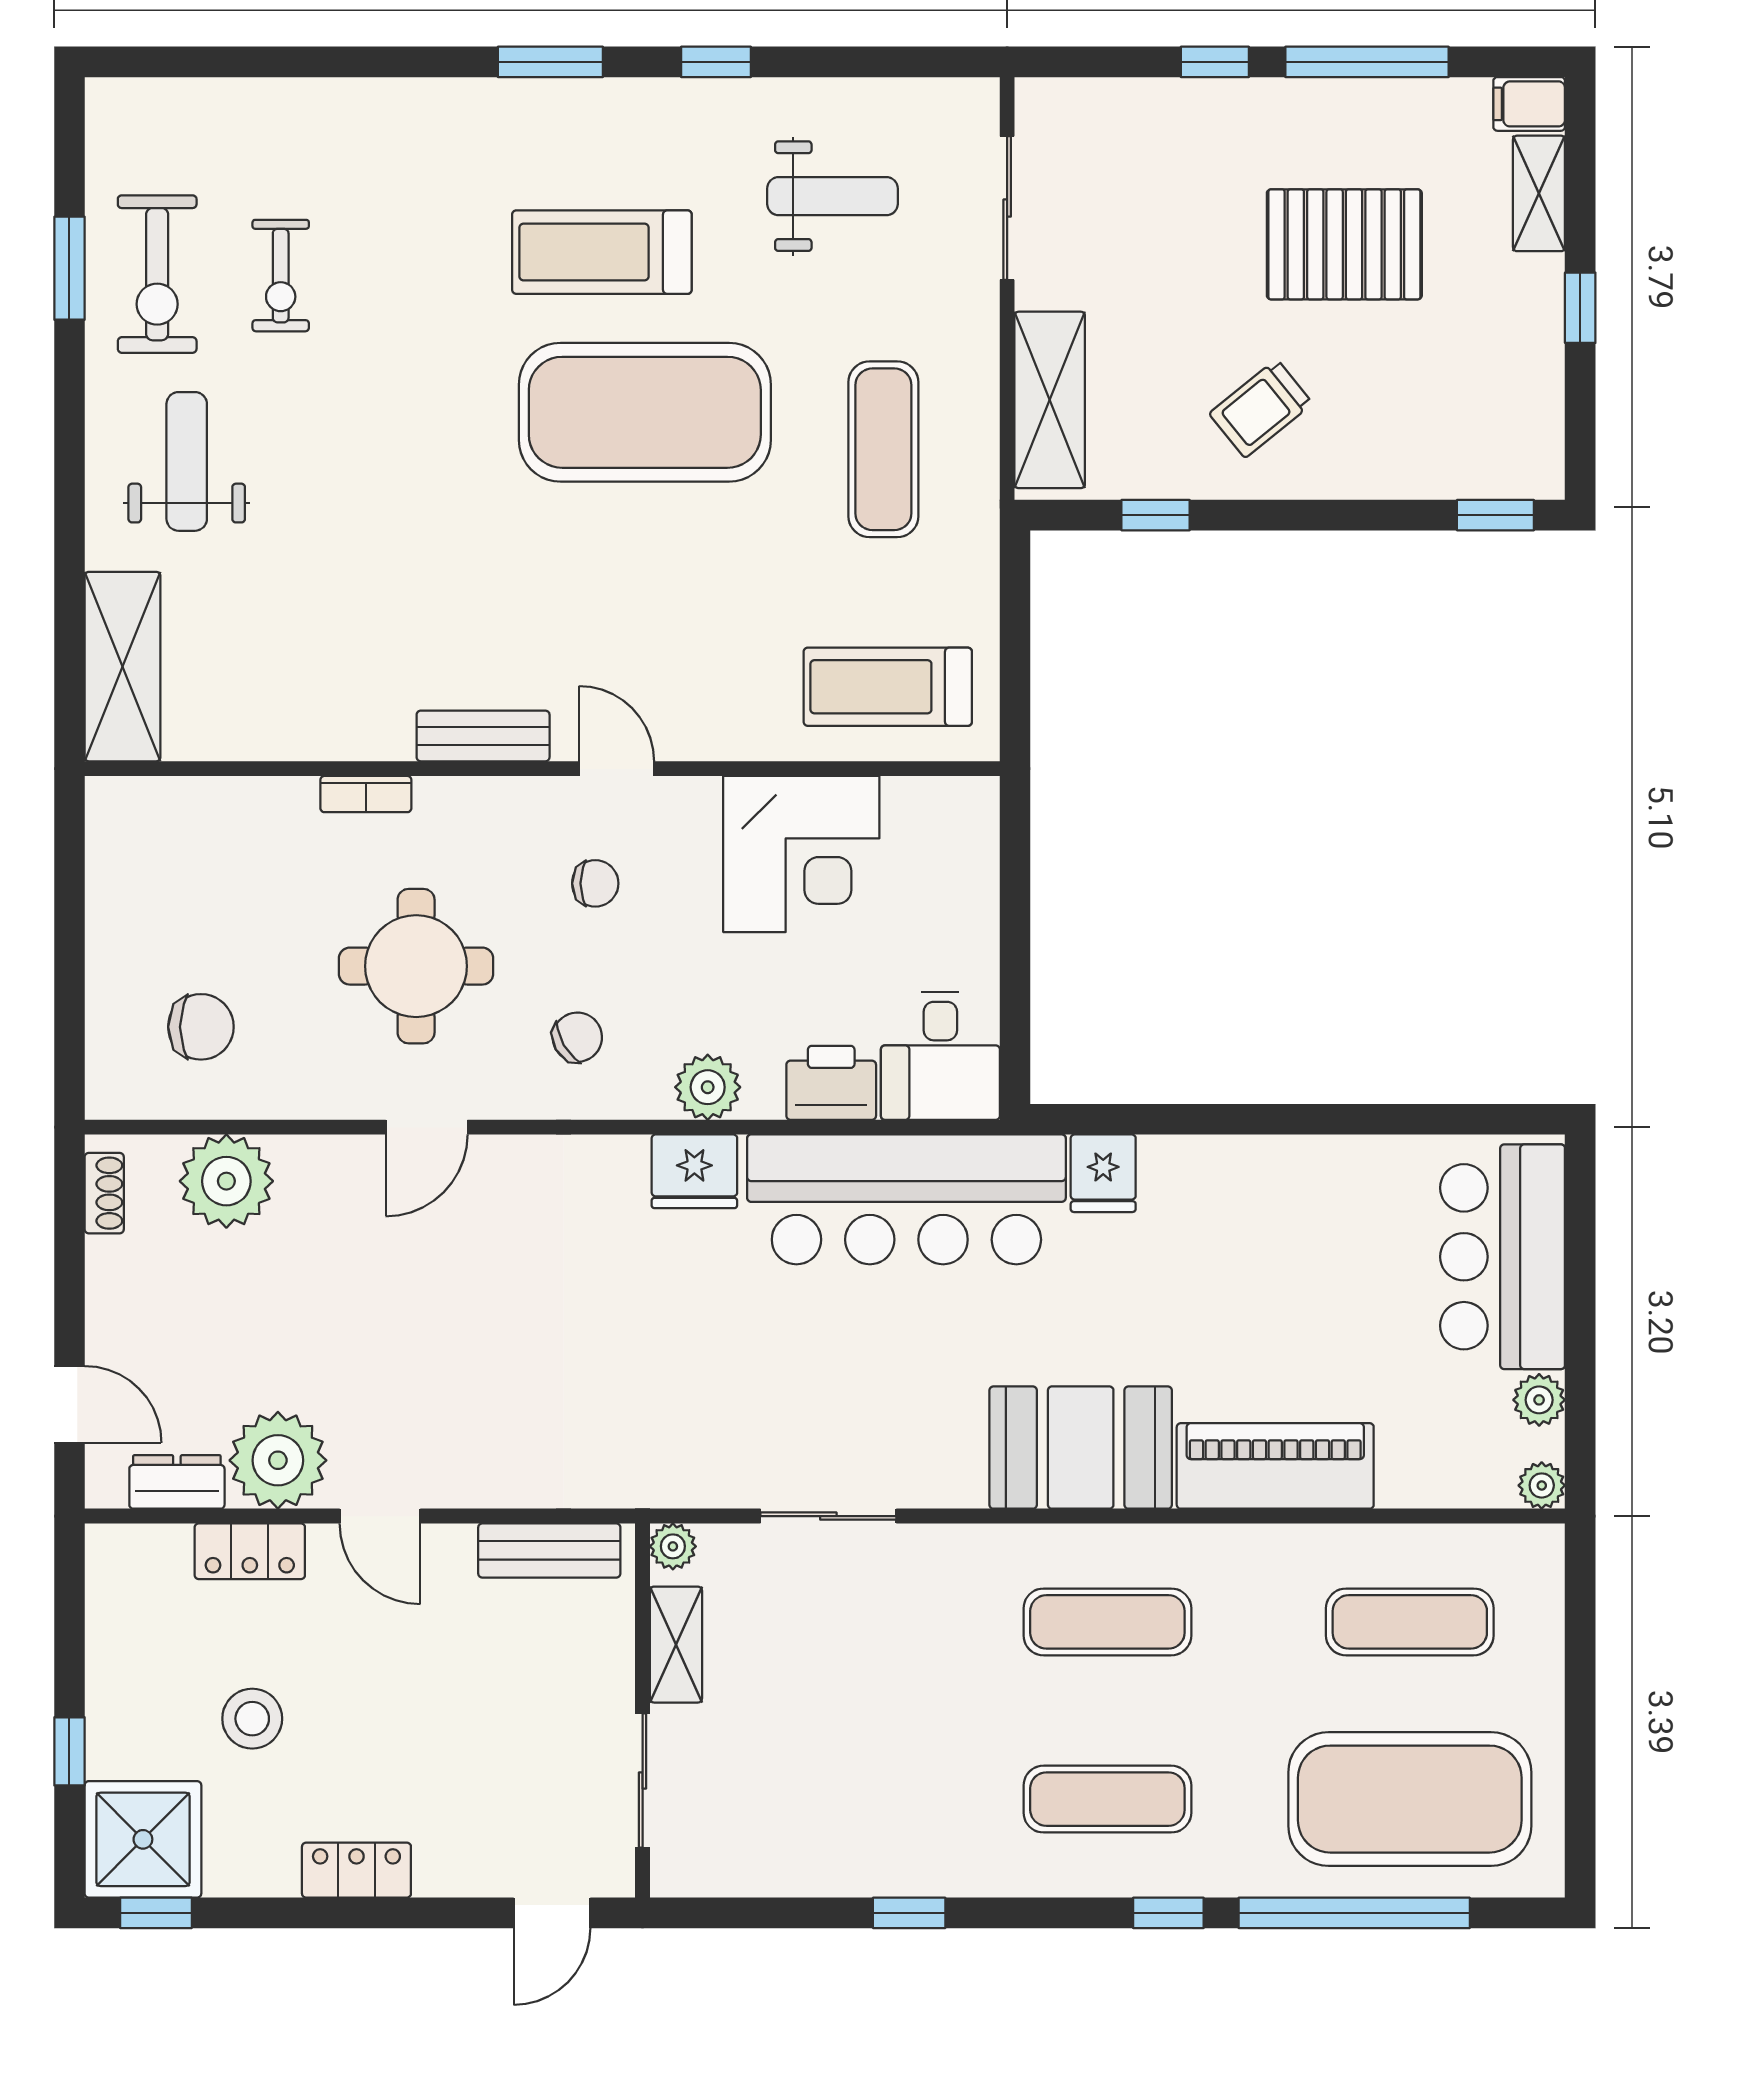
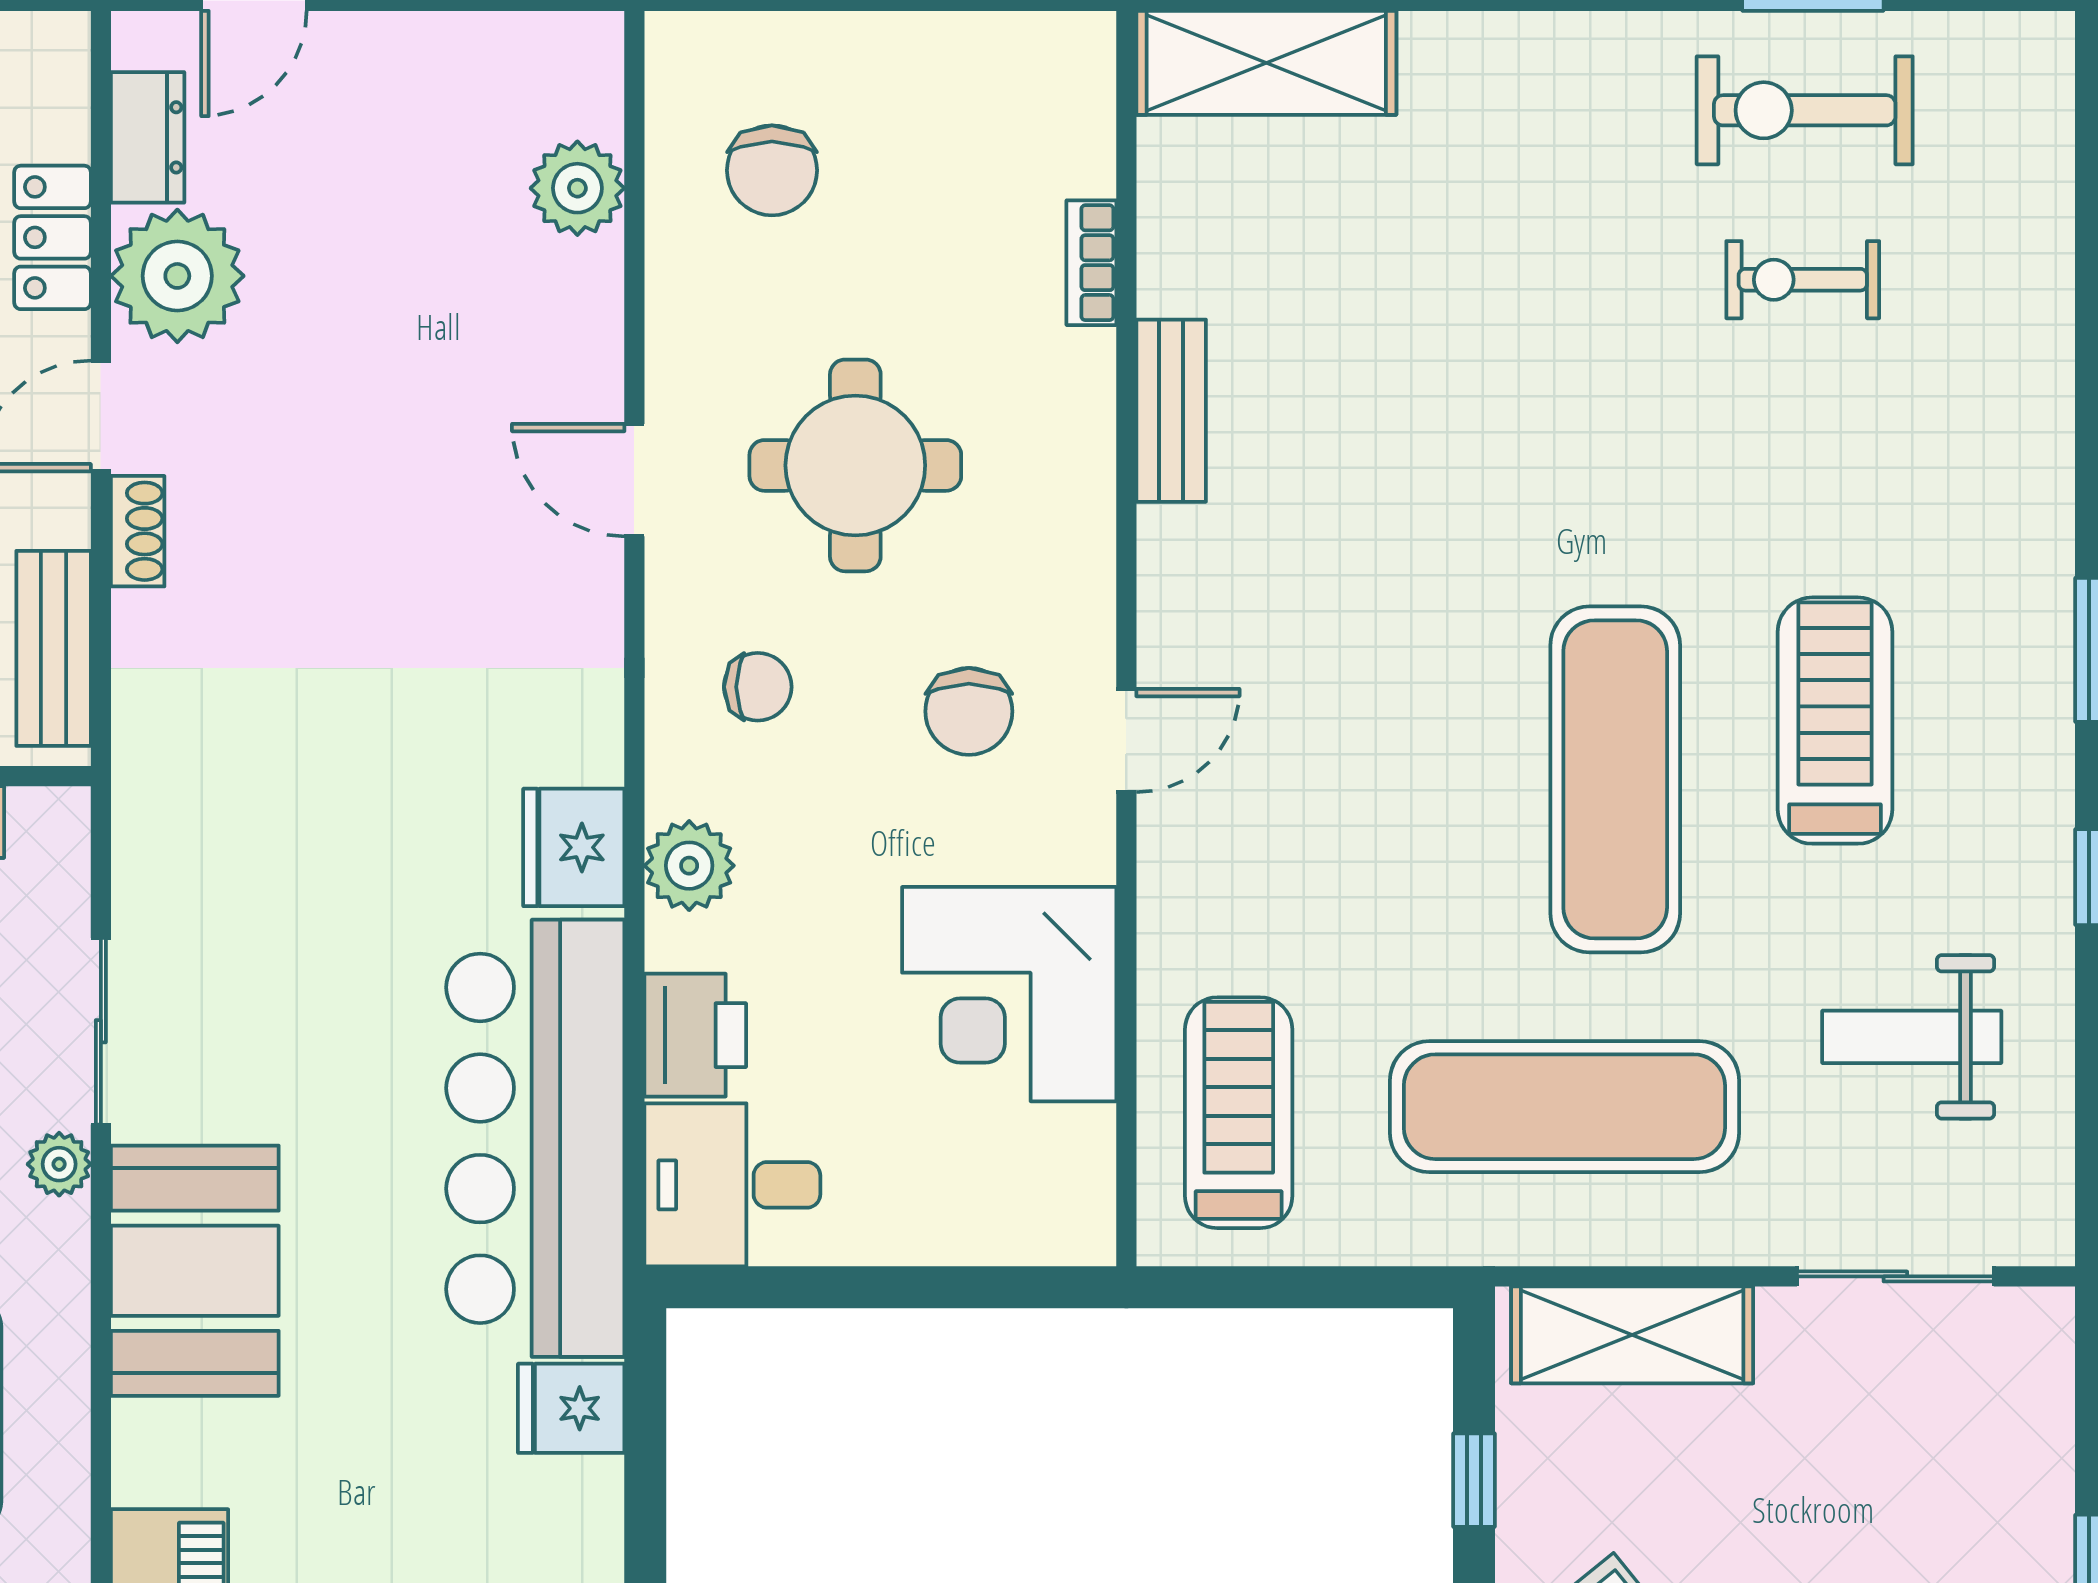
weight bench: (832, 196) -> (1912, 1037), turned 90
exercise mat: (645, 412) -> (1615, 779), width x0.68
exercise mat: (883, 449) -> (1564, 1107), width x1.36, depth x1.45
weight bench: (187, 461) -> (1548, 151), removed
bench: (483, 736) -> (1171, 411), moved
bookcase: (366, 794) -> (1091, 263), moved
chair: (595, 883) -> (969, 711), width x1.37, depth x1.37
chair: (577, 1037) -> (758, 687), turned -60
plant: (226, 1181) -> (577, 188), width x0.73, depth x0.73
shoe rack: (104, 1193) -> (138, 531), moved, turned -90
booth: (1081, 1448) -> (195, 1271), moved
plant: (673, 1546) -> (59, 1164), moved

